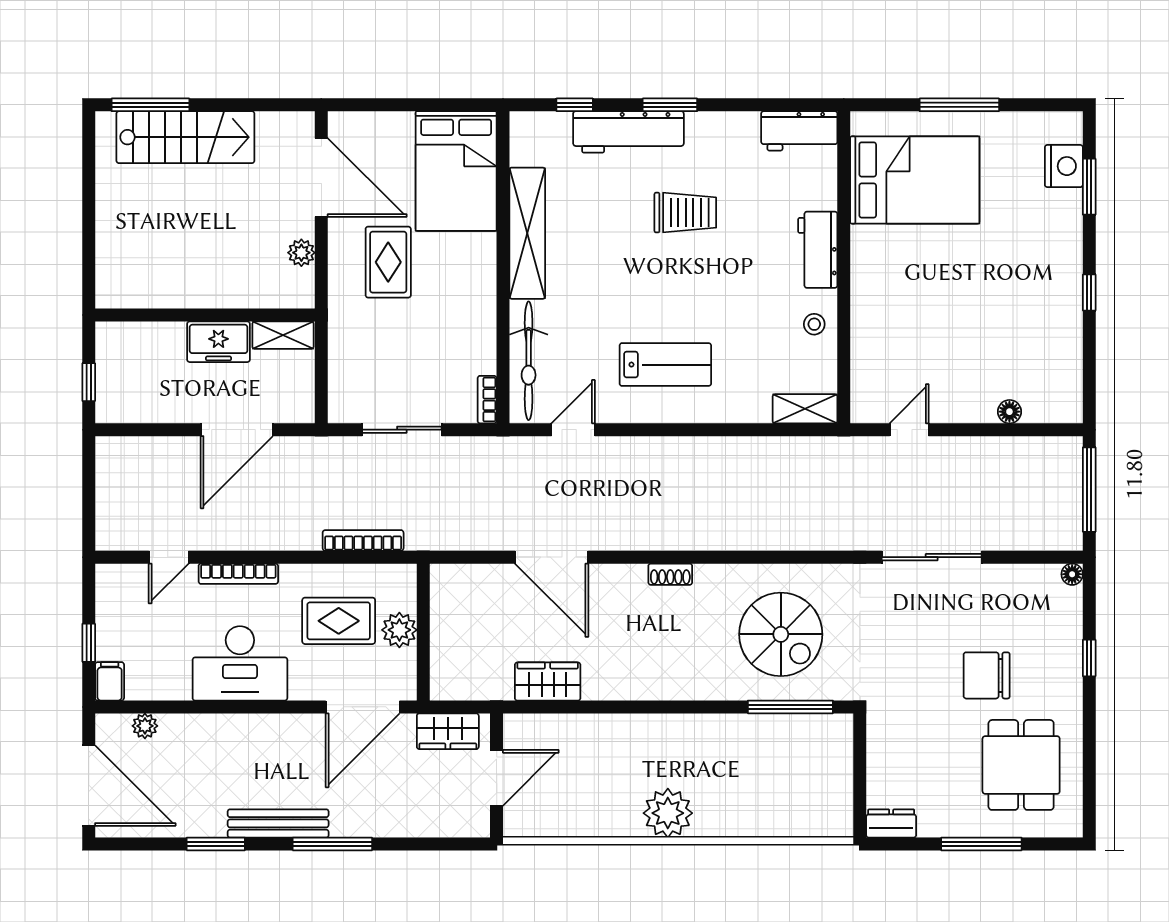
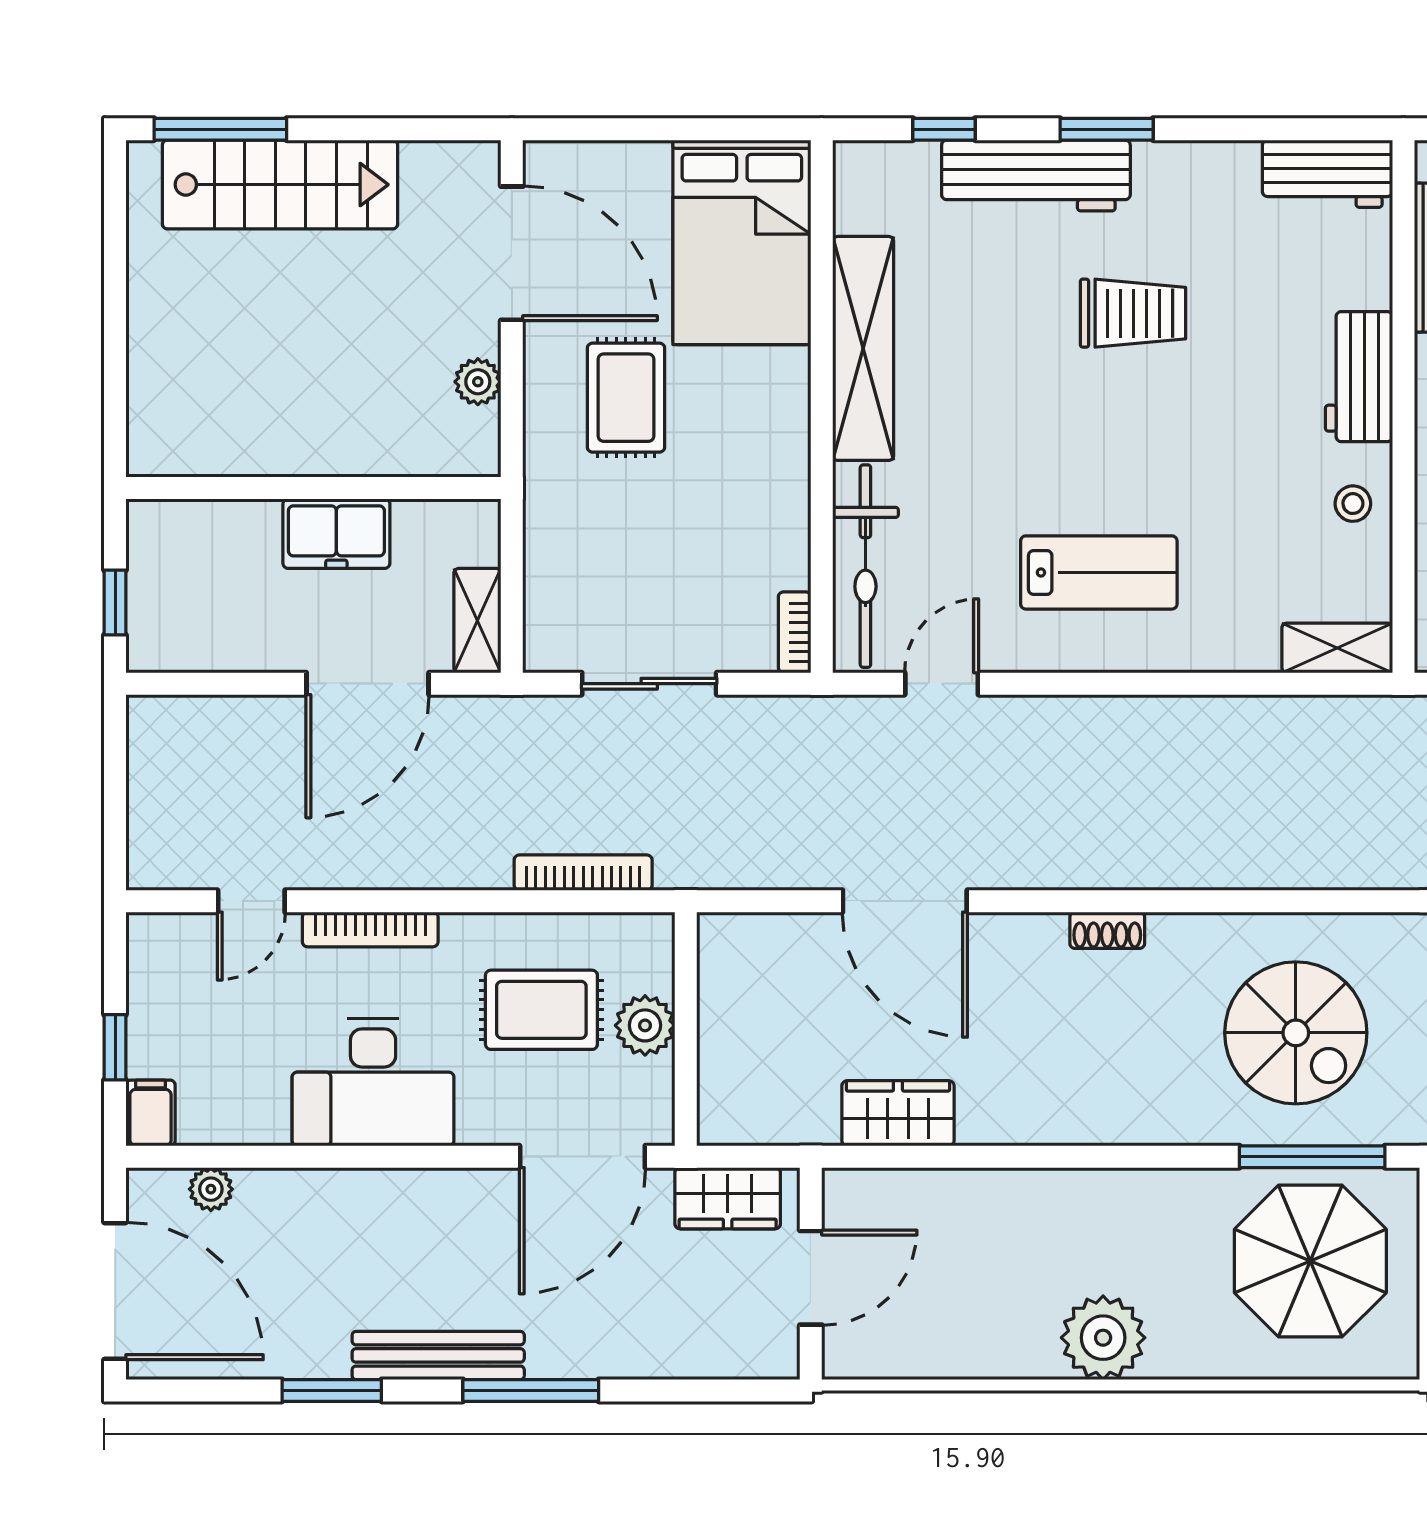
shelving: (283, 335) -> (477, 621), moved, turned 90
parasol: (789, 768) -> (1310, 1261), added

